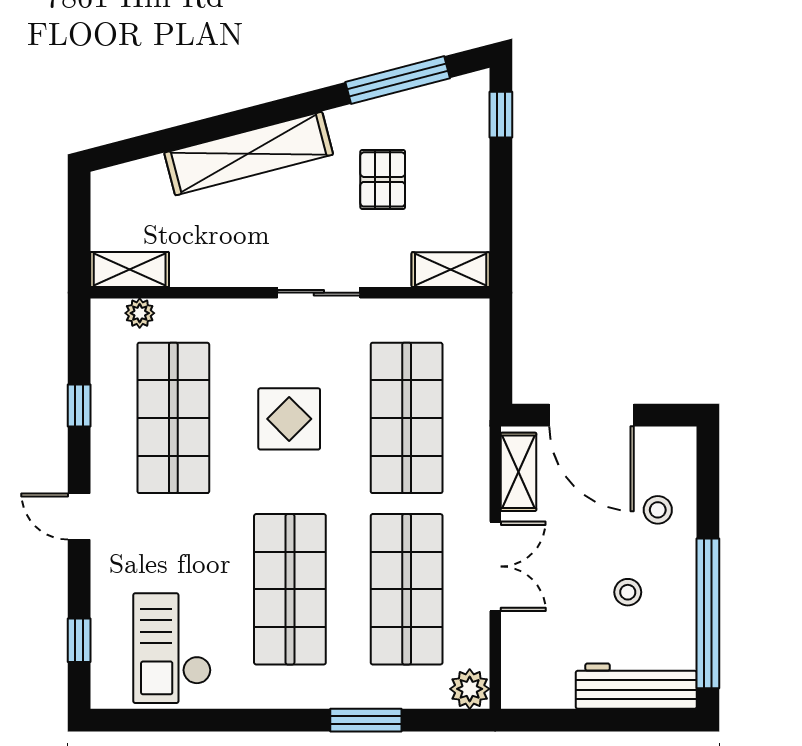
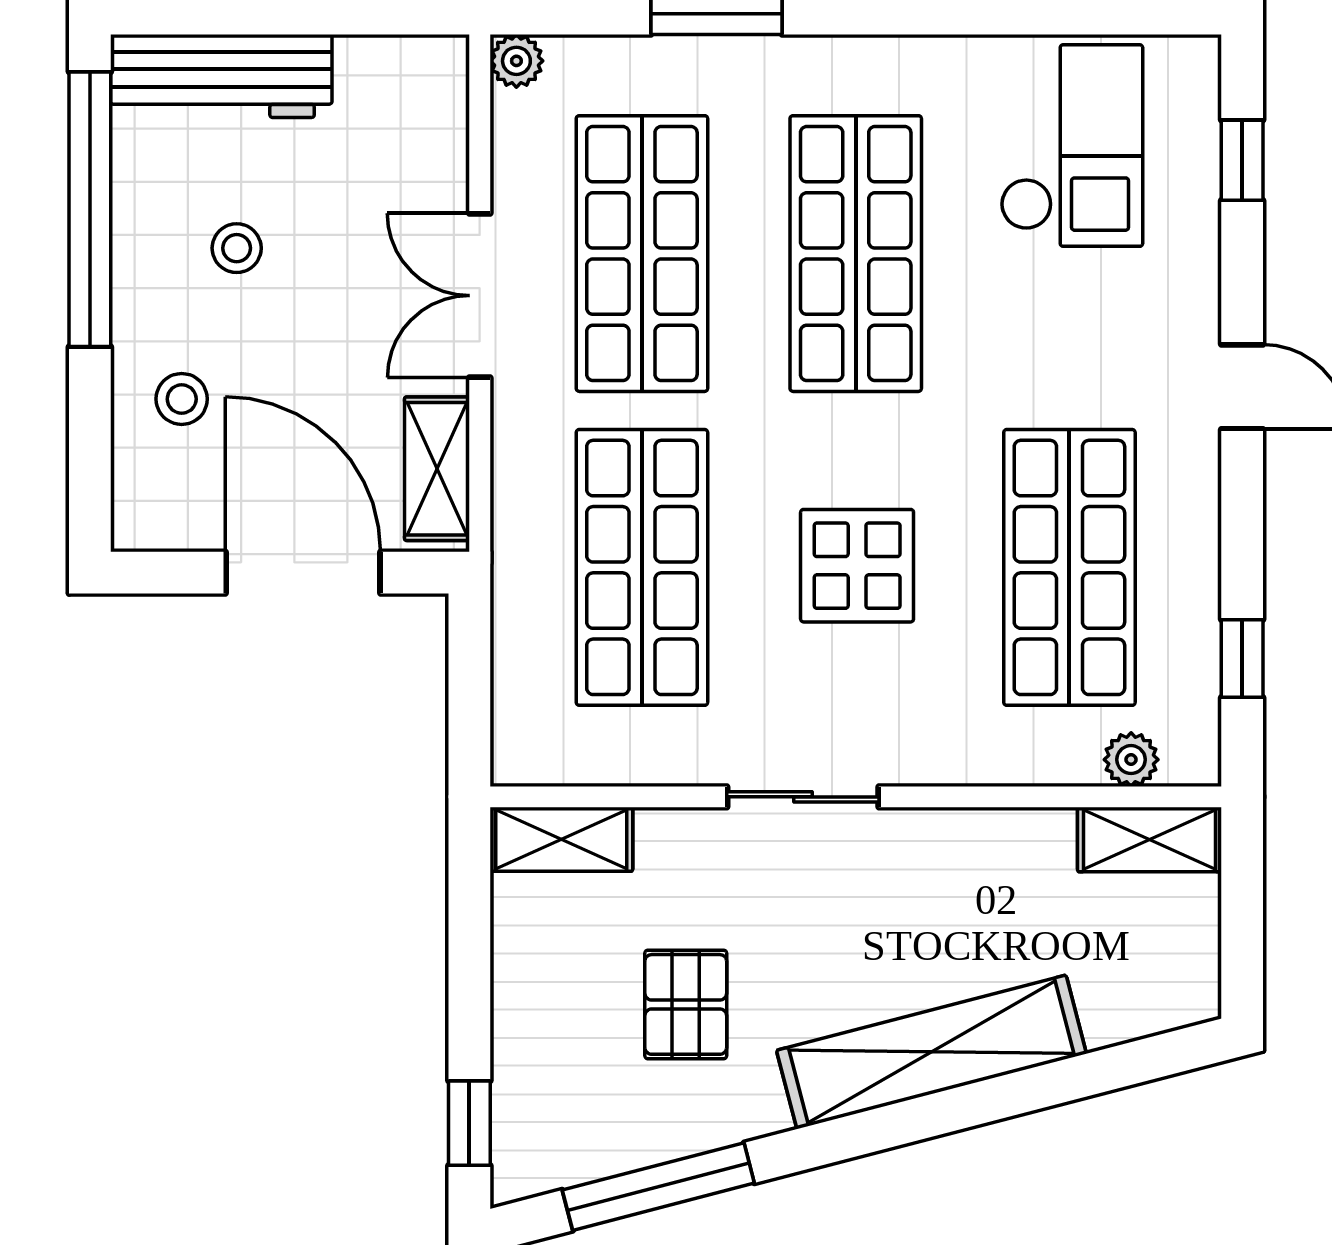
window: (79, 406) -> (1242, 659), moved
plant: (470, 689) -> (516, 61), width x0.73, depth x0.73

